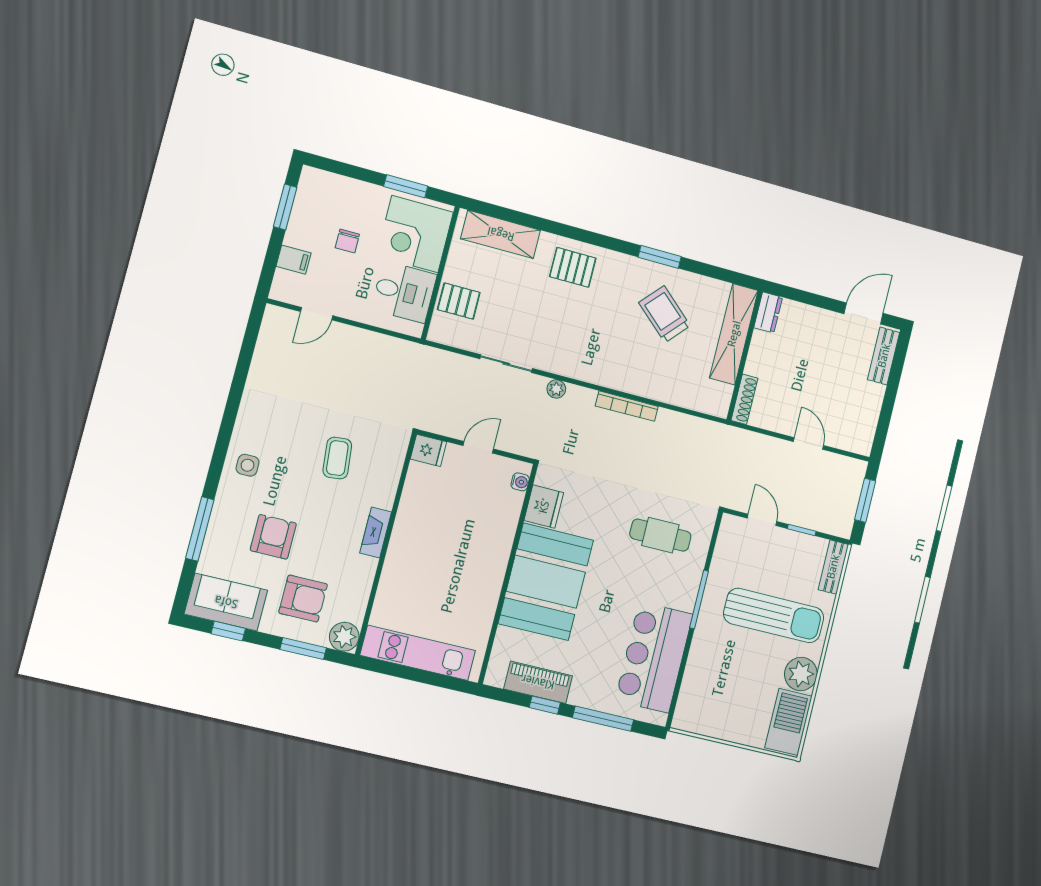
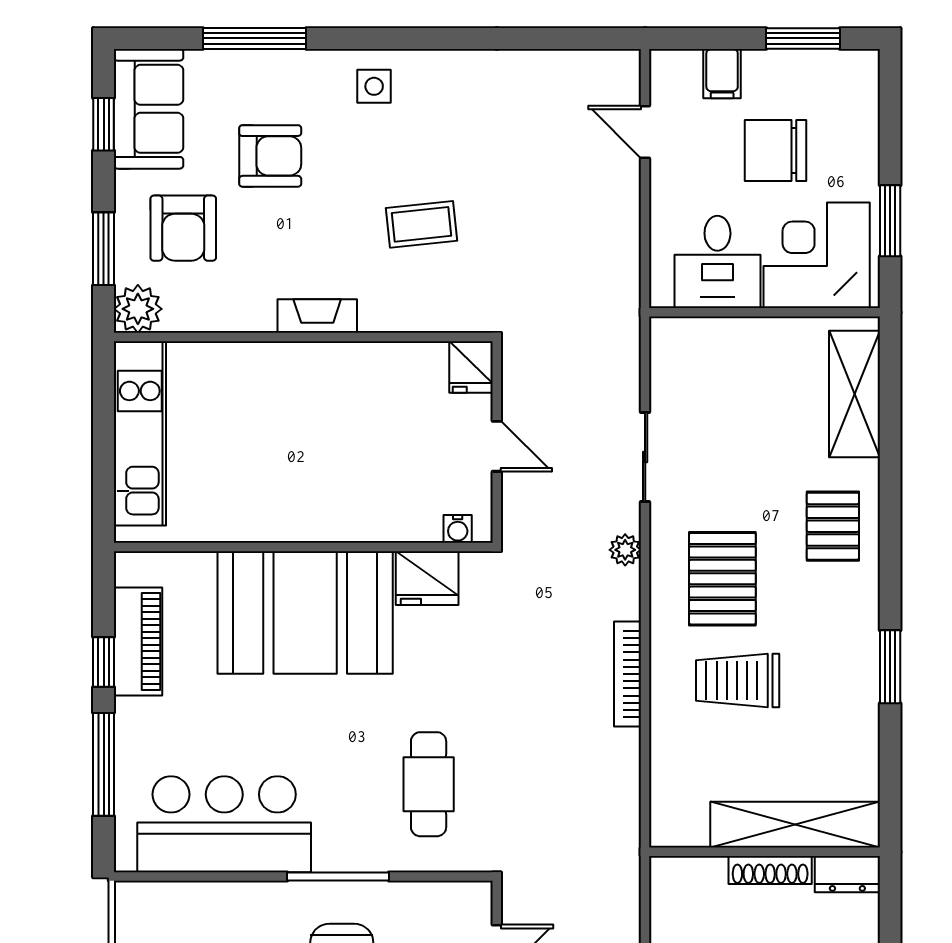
chair: (347, 241) -> (775, 151), width x1.87, depth x1.87
pallet: (459, 301) -> (722, 579), moved, width x1.50, depth x1.42
trolley: (665, 314) -> (738, 680), moved, turned -132
shoe rack: (744, 399) -> (770, 870), moved

